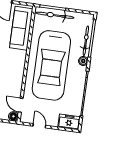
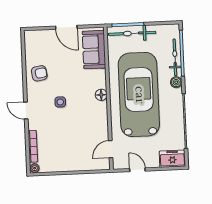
sofa: (21, 28) -> (94, 50), width x0.73
car: (51, 65) -> (139, 95), turned 180
door: (21, 105) -> (111, 149), hinge flipped
floor lamp: (13, 116) -> (101, 95), moved

